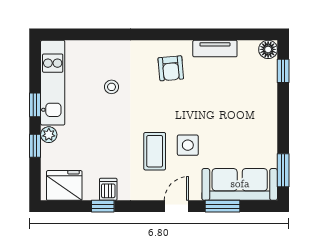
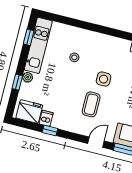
armchair: (171, 68) -> (114, 55), removed
window: (35, 105) -> (29, 37), moved
side table: (188, 145) -> (104, 79), moved
dishwasher: (108, 189) -> (46, 118), moved

